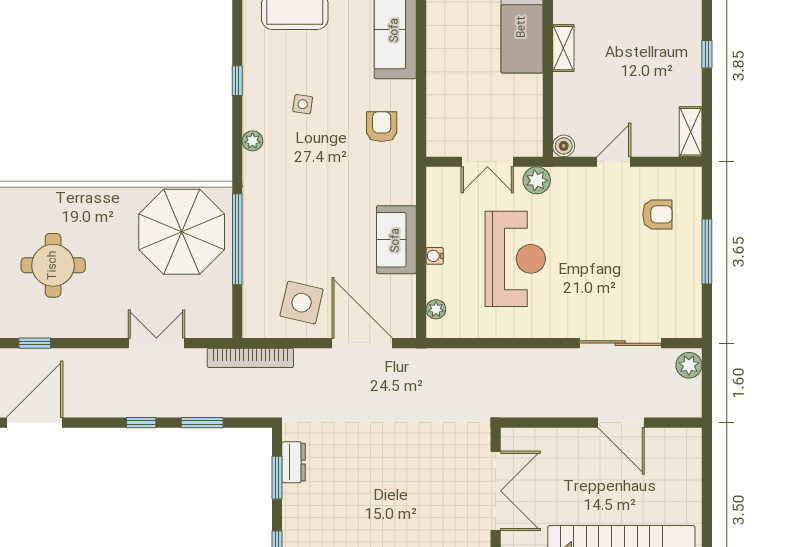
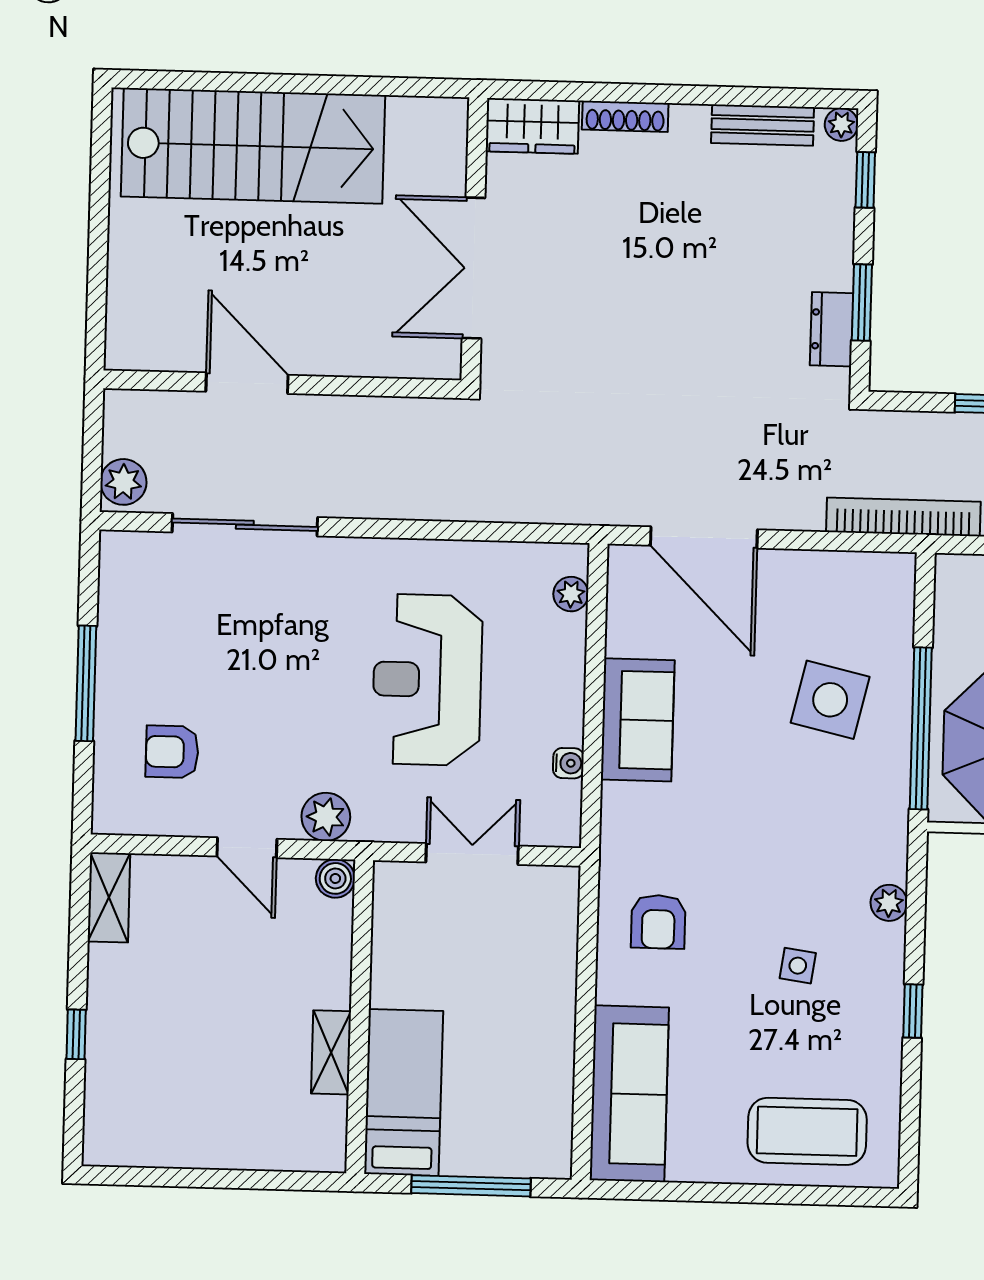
door: (614, 162) -> (247, 848), hinge flipped
plant: (537, 180) -> (326, 817), moved
water cooler: (435, 256) -> (568, 763), moved
side table: (302, 303) -> (830, 700), moved

